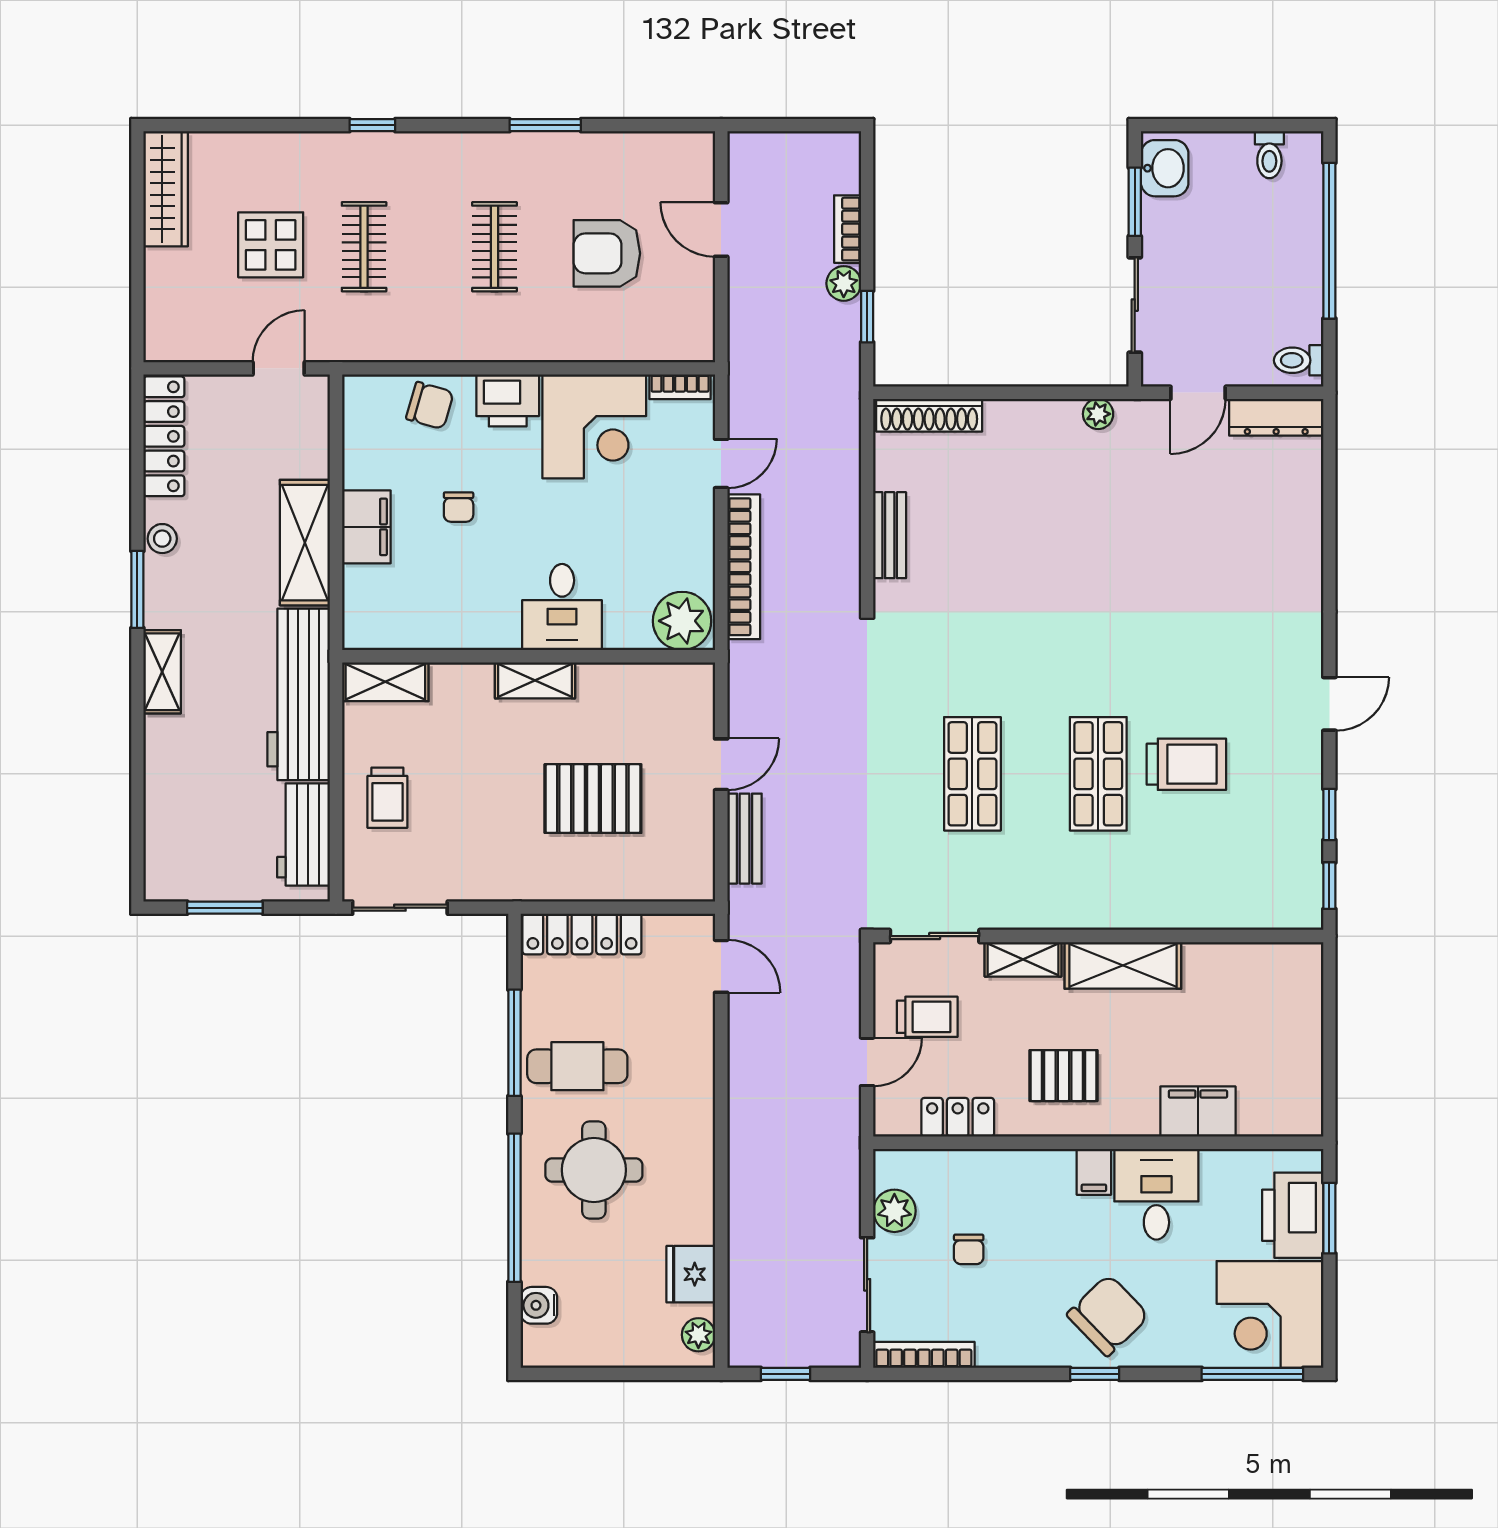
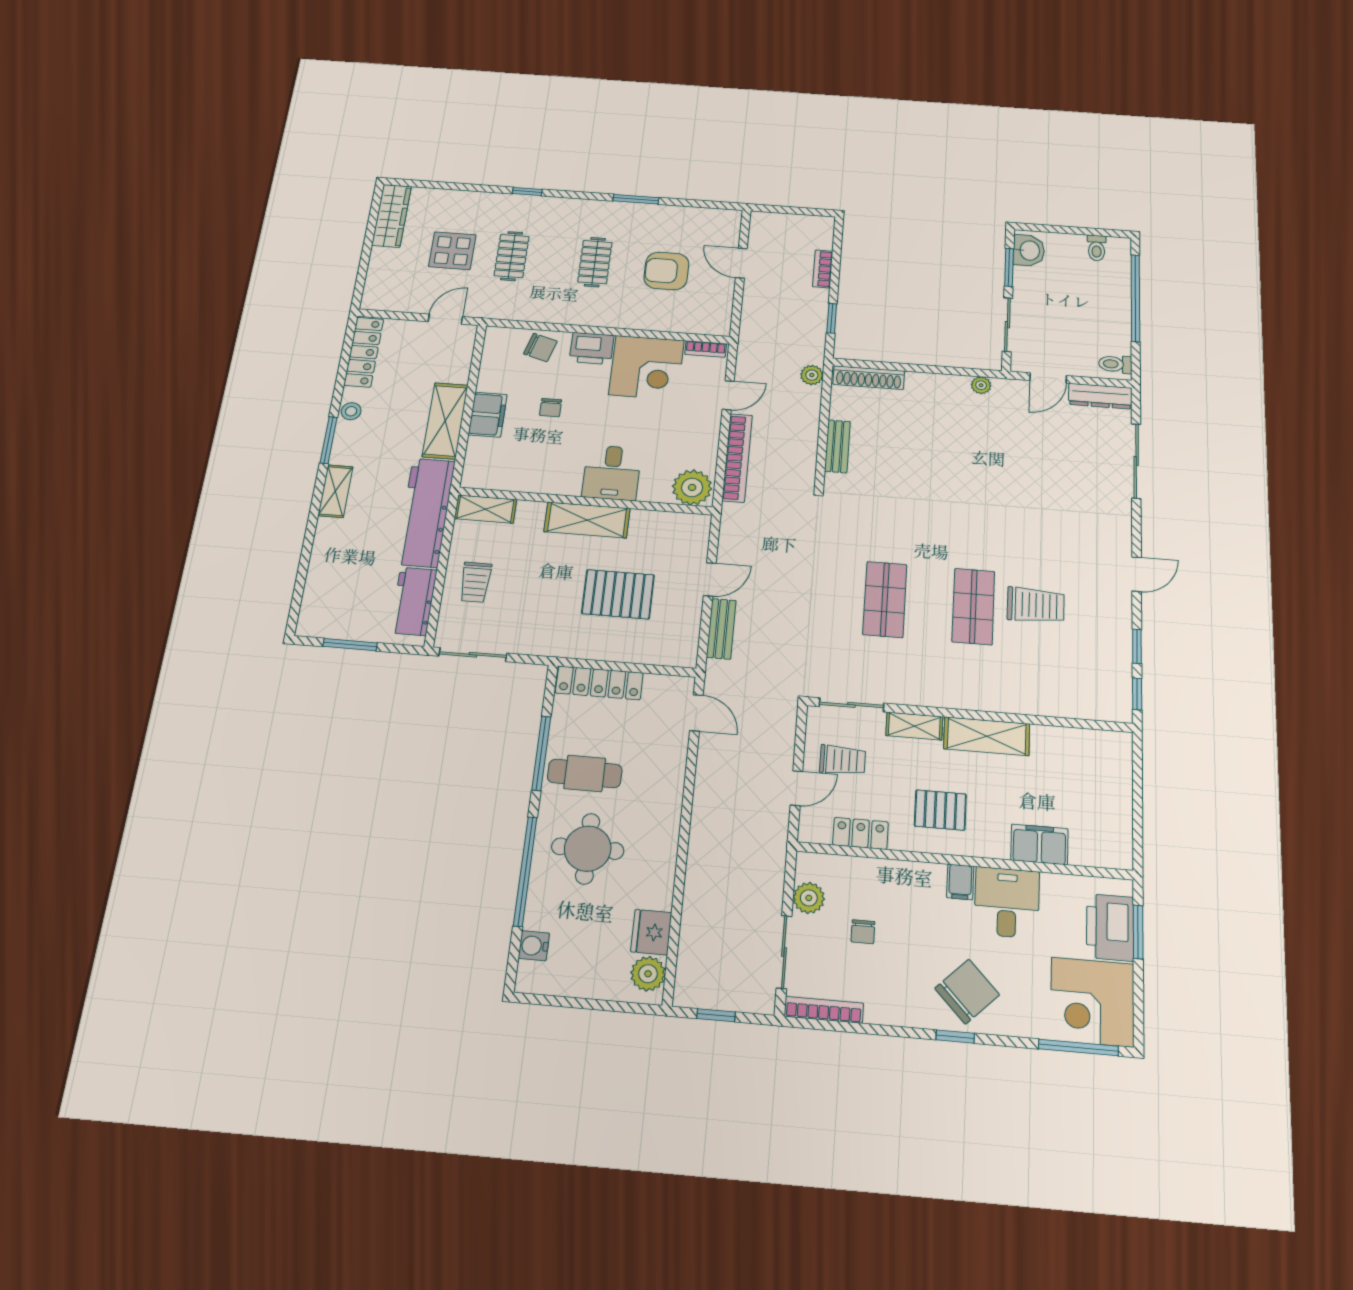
plant: (844, 283) -> (812, 375), moved
sliding door: (1329, 522) -> (1136, 461), added
shelving: (535, 680) -> (587, 520), width x1.50, depth x1.33
plant: (698, 1335) -> (648, 974), width x1.38, depth x1.38

